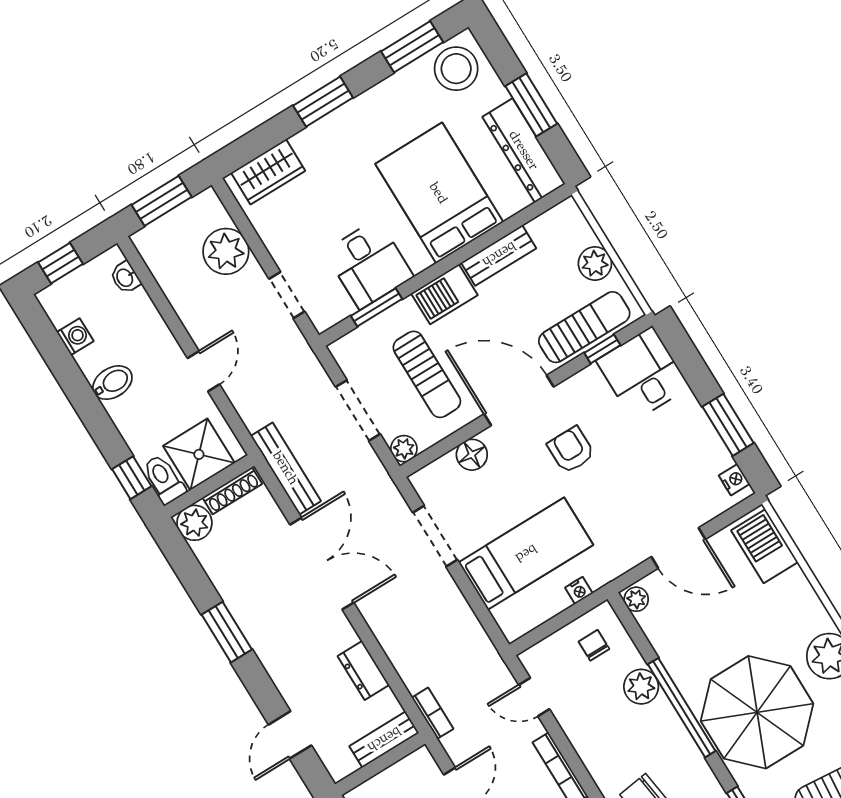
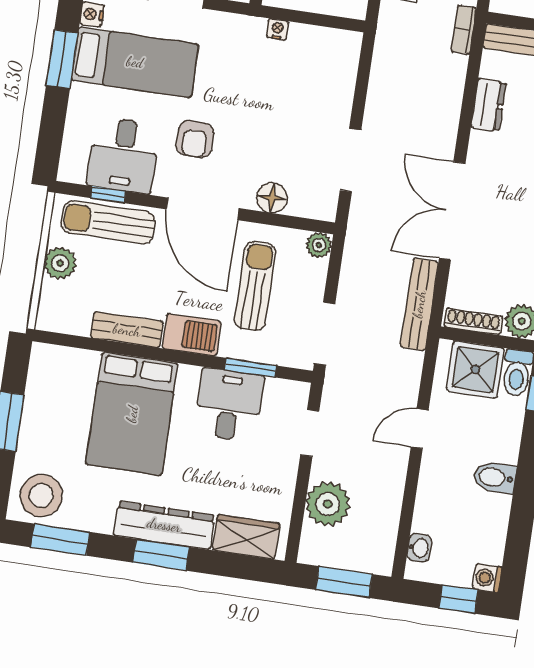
dresser: (524, 150) -> (164, 525), moved, turned -90
washing machine: (75, 337) -> (487, 578), moved
desk: (643, 374) -> (123, 155), moved
doorway: (358, 410) -> (325, 334), moved
bed: (526, 554) -> (135, 62), moved, turned 180

